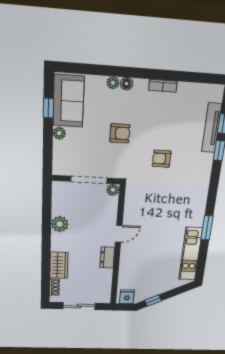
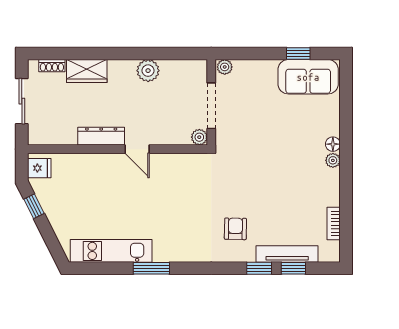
plant: (113, 83) -> (333, 160), moved
bookcase: (163, 86) -> (334, 224), moved
plant: (59, 133) -> (225, 67), moved
armchair: (120, 133) -> (273, 141), removed
armchair: (162, 159) -> (235, 229), moved
dresser: (107, 257) -> (101, 136), width x1.44

